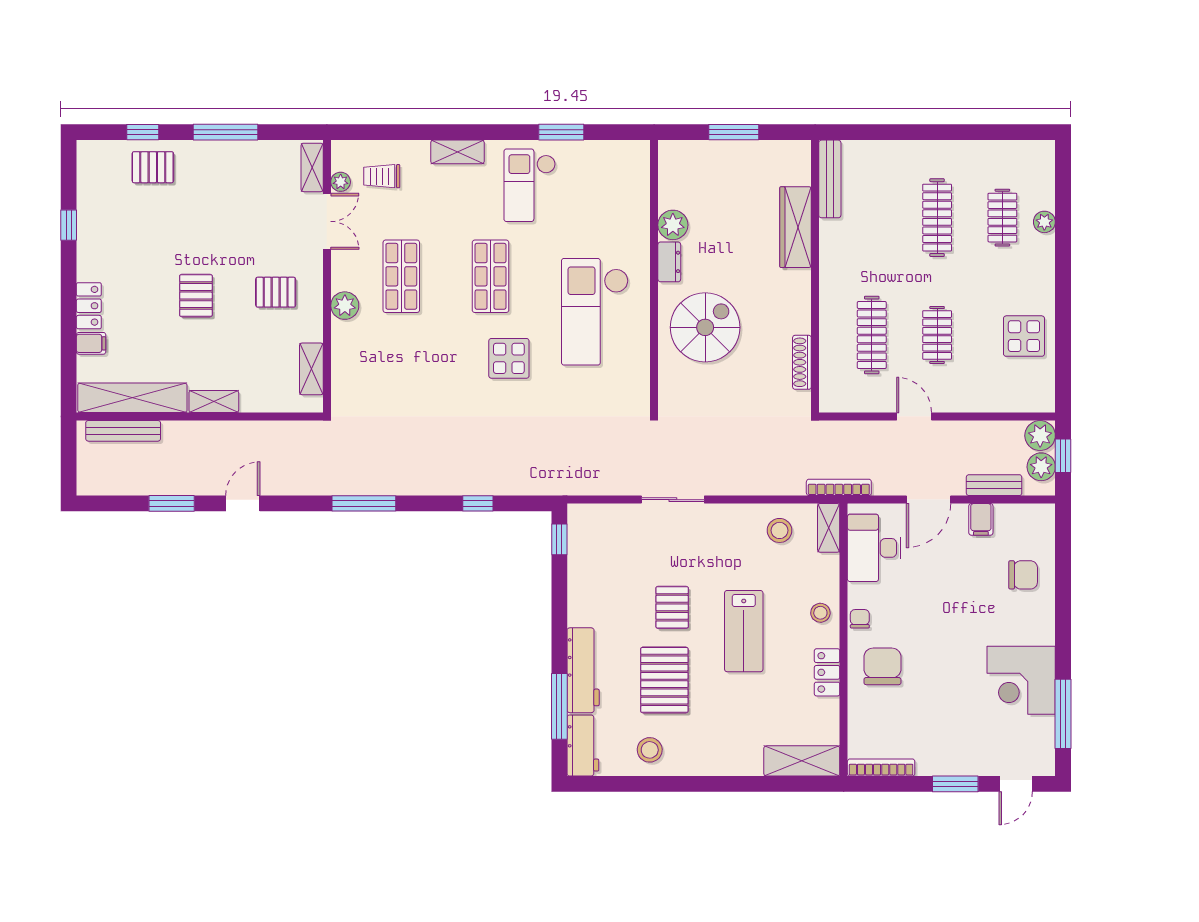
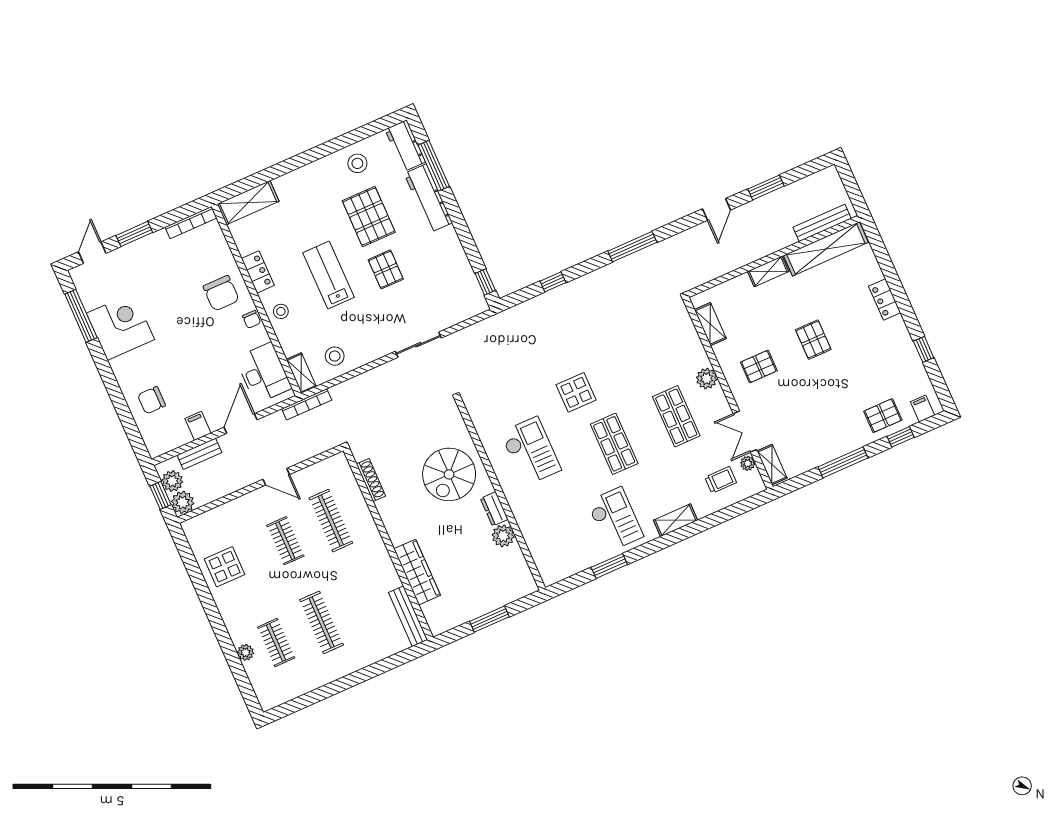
checkout: (595, 312) -> (531, 451), width x0.73, depth x0.83
filing cabinet: (91, 343) -> (923, 408), moved, turned 90

